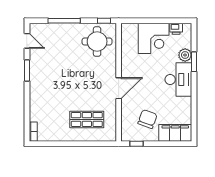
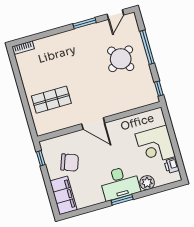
round table: (97, 41) -> (121, 59), moved, turned -33
window: (194, 62) -> (122, 200), moved
shop shelf: (87, 119) -> (51, 100), turned 90

